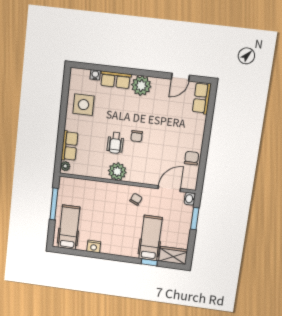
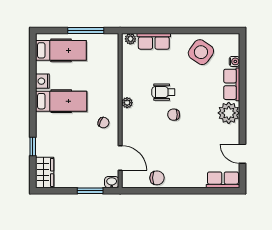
side table: (83, 105) -> (201, 52), turned 35
plant: (117, 171) -> (127, 103), width x0.53, depth x0.53
hospital bed: (150, 238) -> (61, 101), moved

